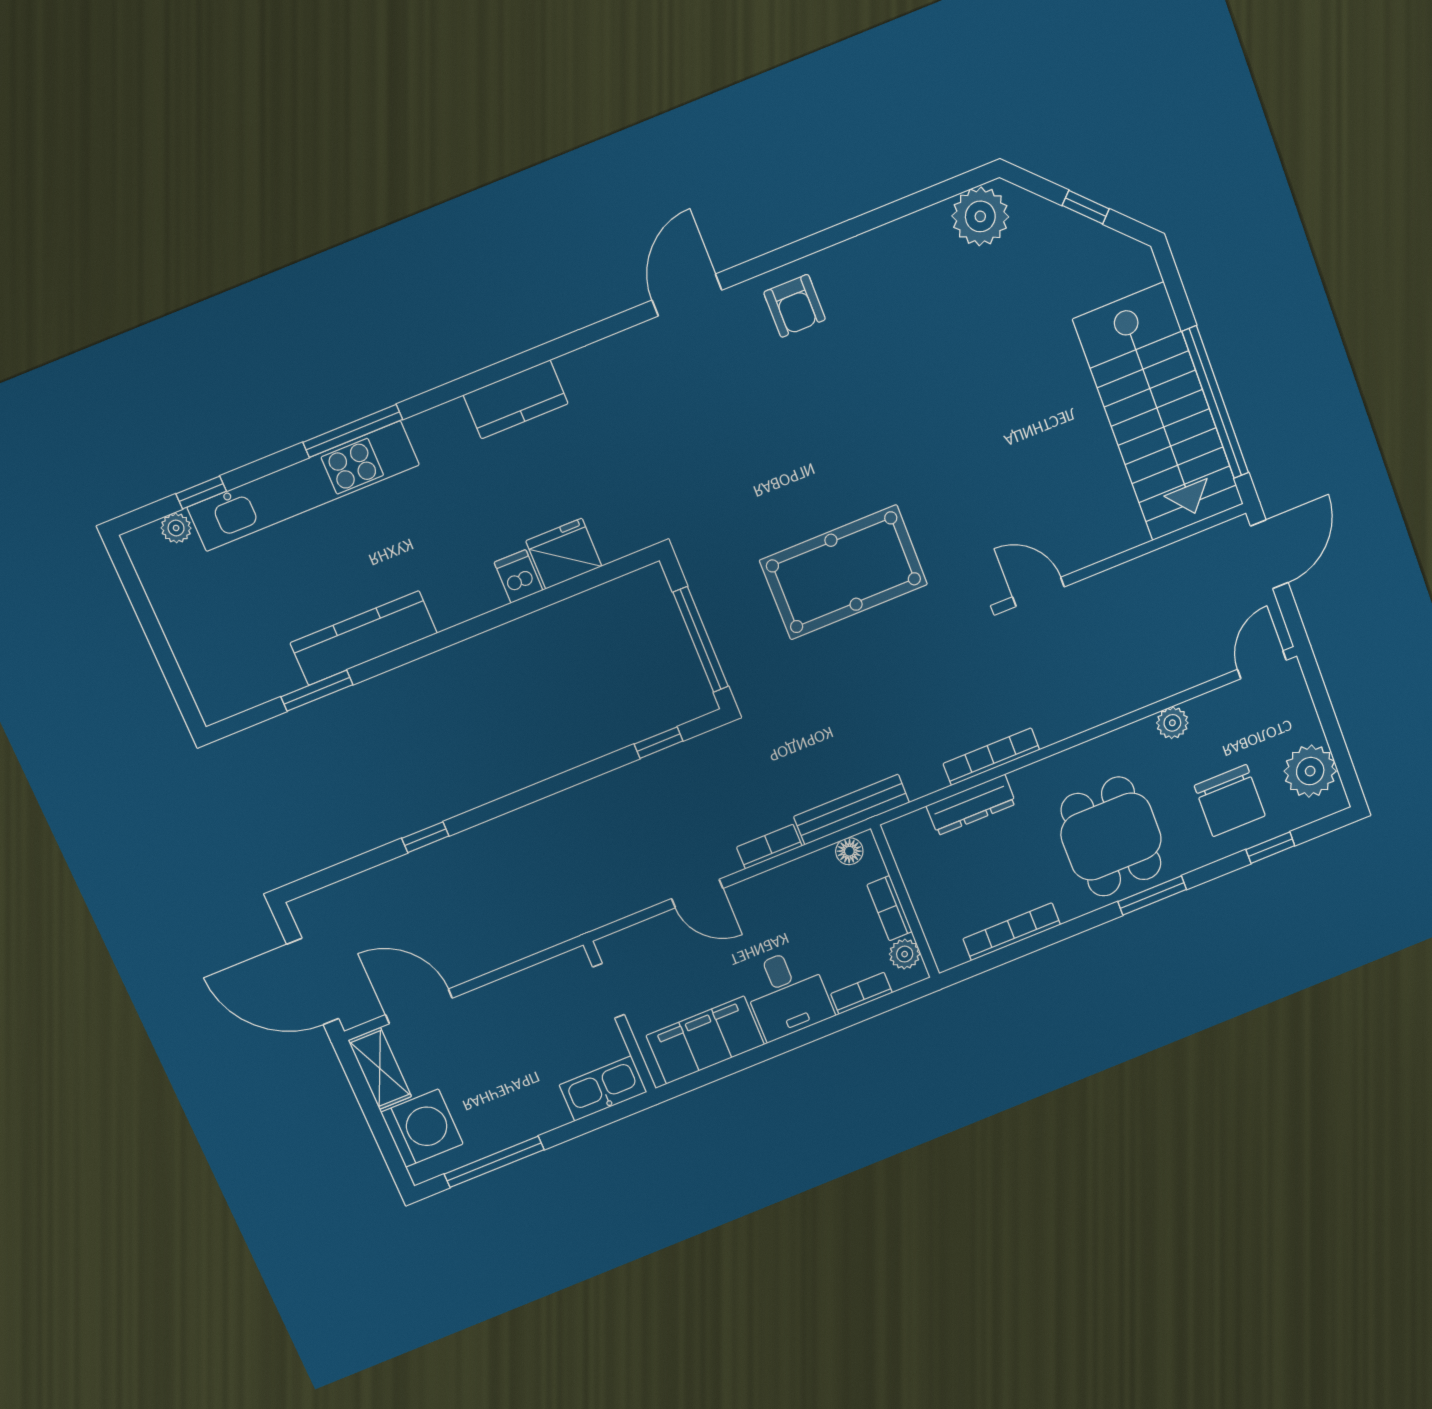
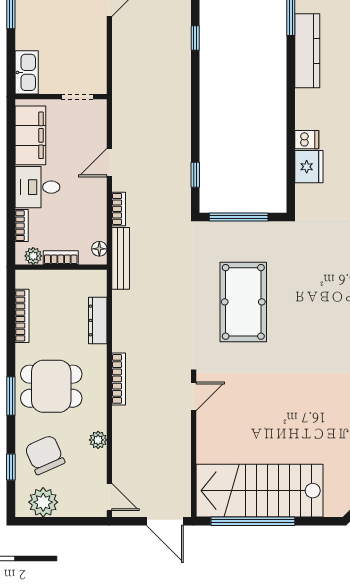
bookcase: (991, 757) -> (119, 379), moved
chair: (1230, 801) -> (45, 455), turned 66

